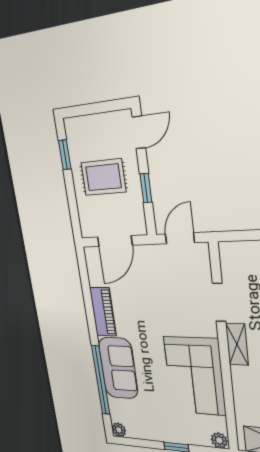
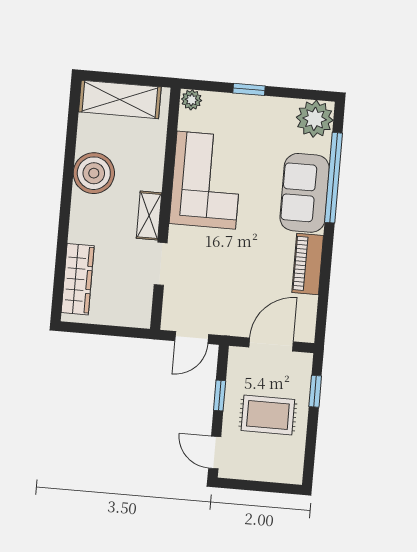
door: (139, 132) -> (215, 452), hinge flipped
window: (65, 155) -> (315, 391), moved
plant: (119, 430) -> (315, 119), width x1.87, depth x1.87

